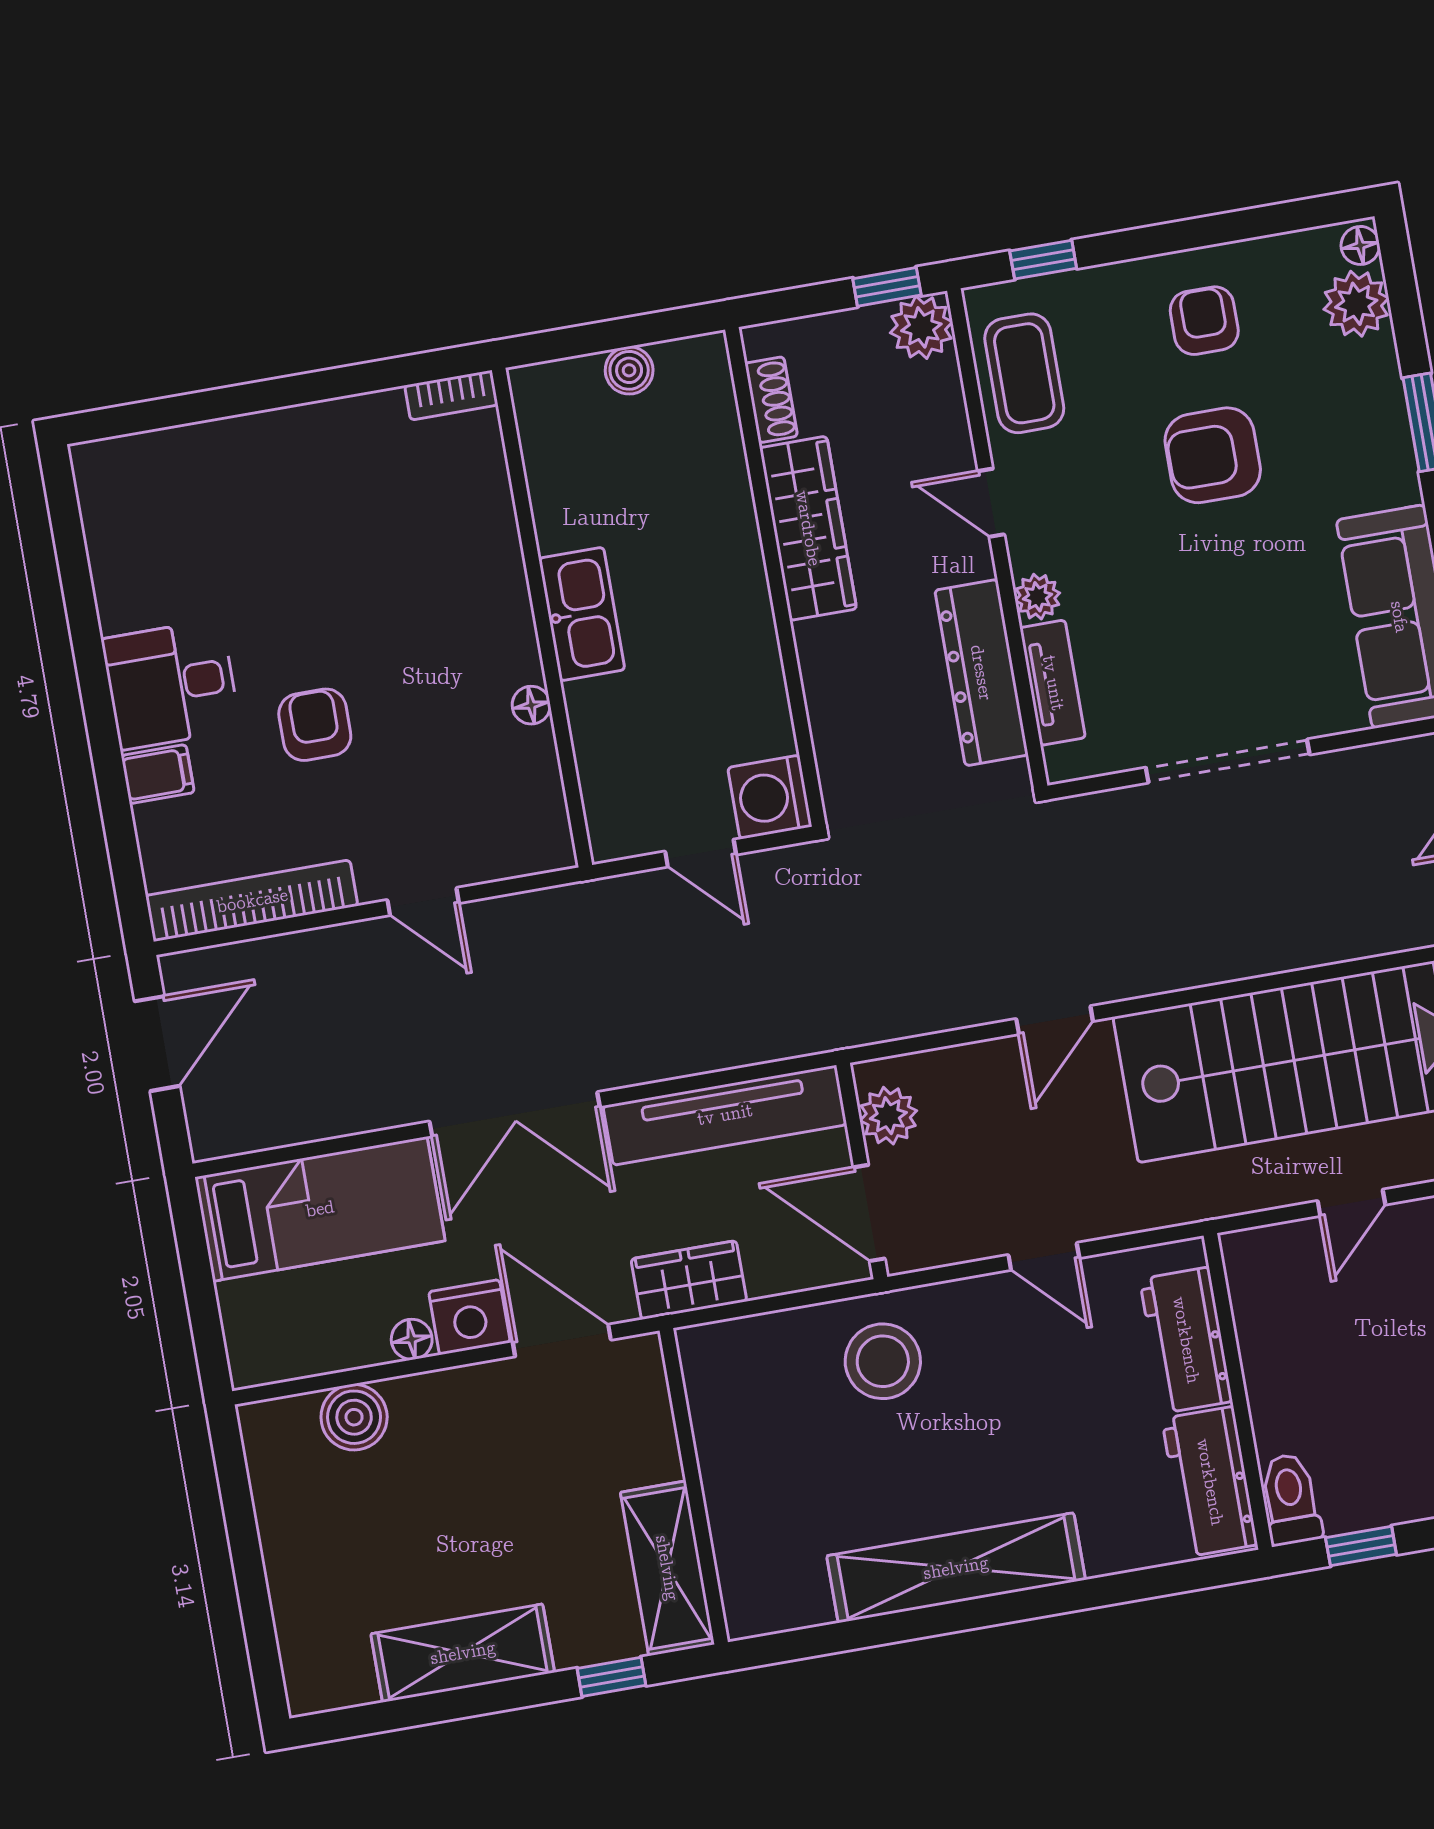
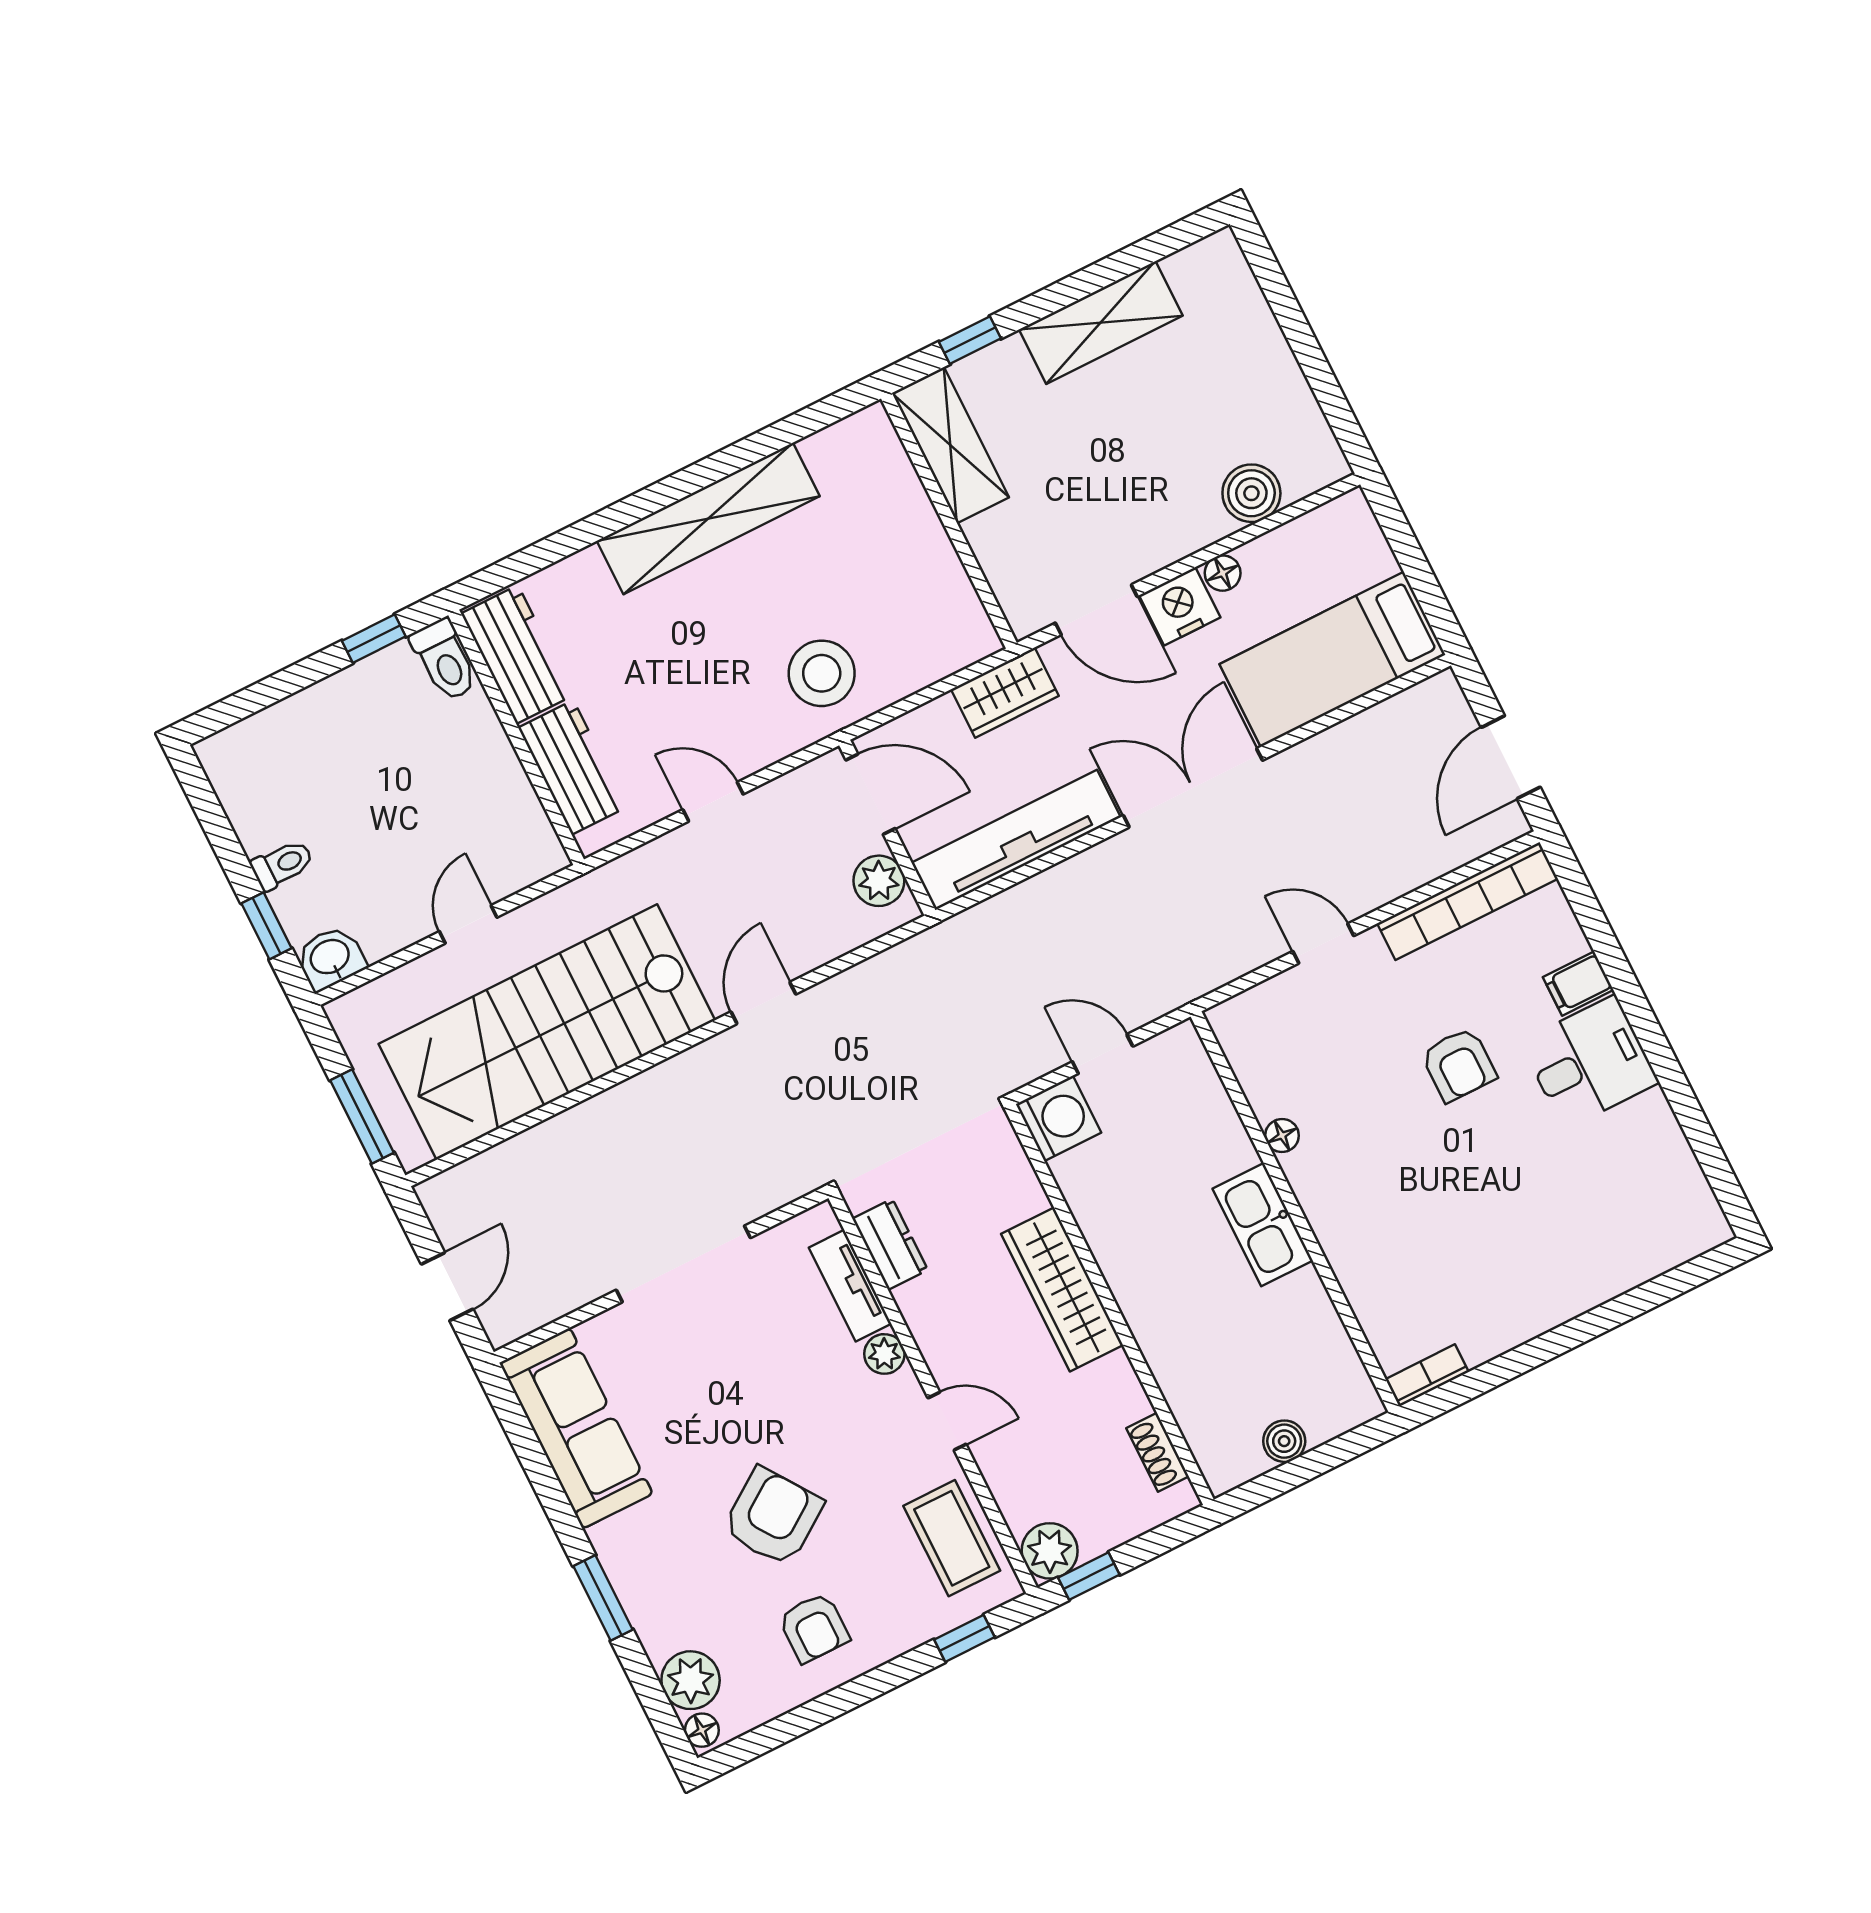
armchair: (1213, 455) -> (773, 1517), turned -35
wardrobe: (808, 528) -> (1062, 1289), moved
dresser: (981, 673) -> (890, 1244), width x0.51, depth x0.80

